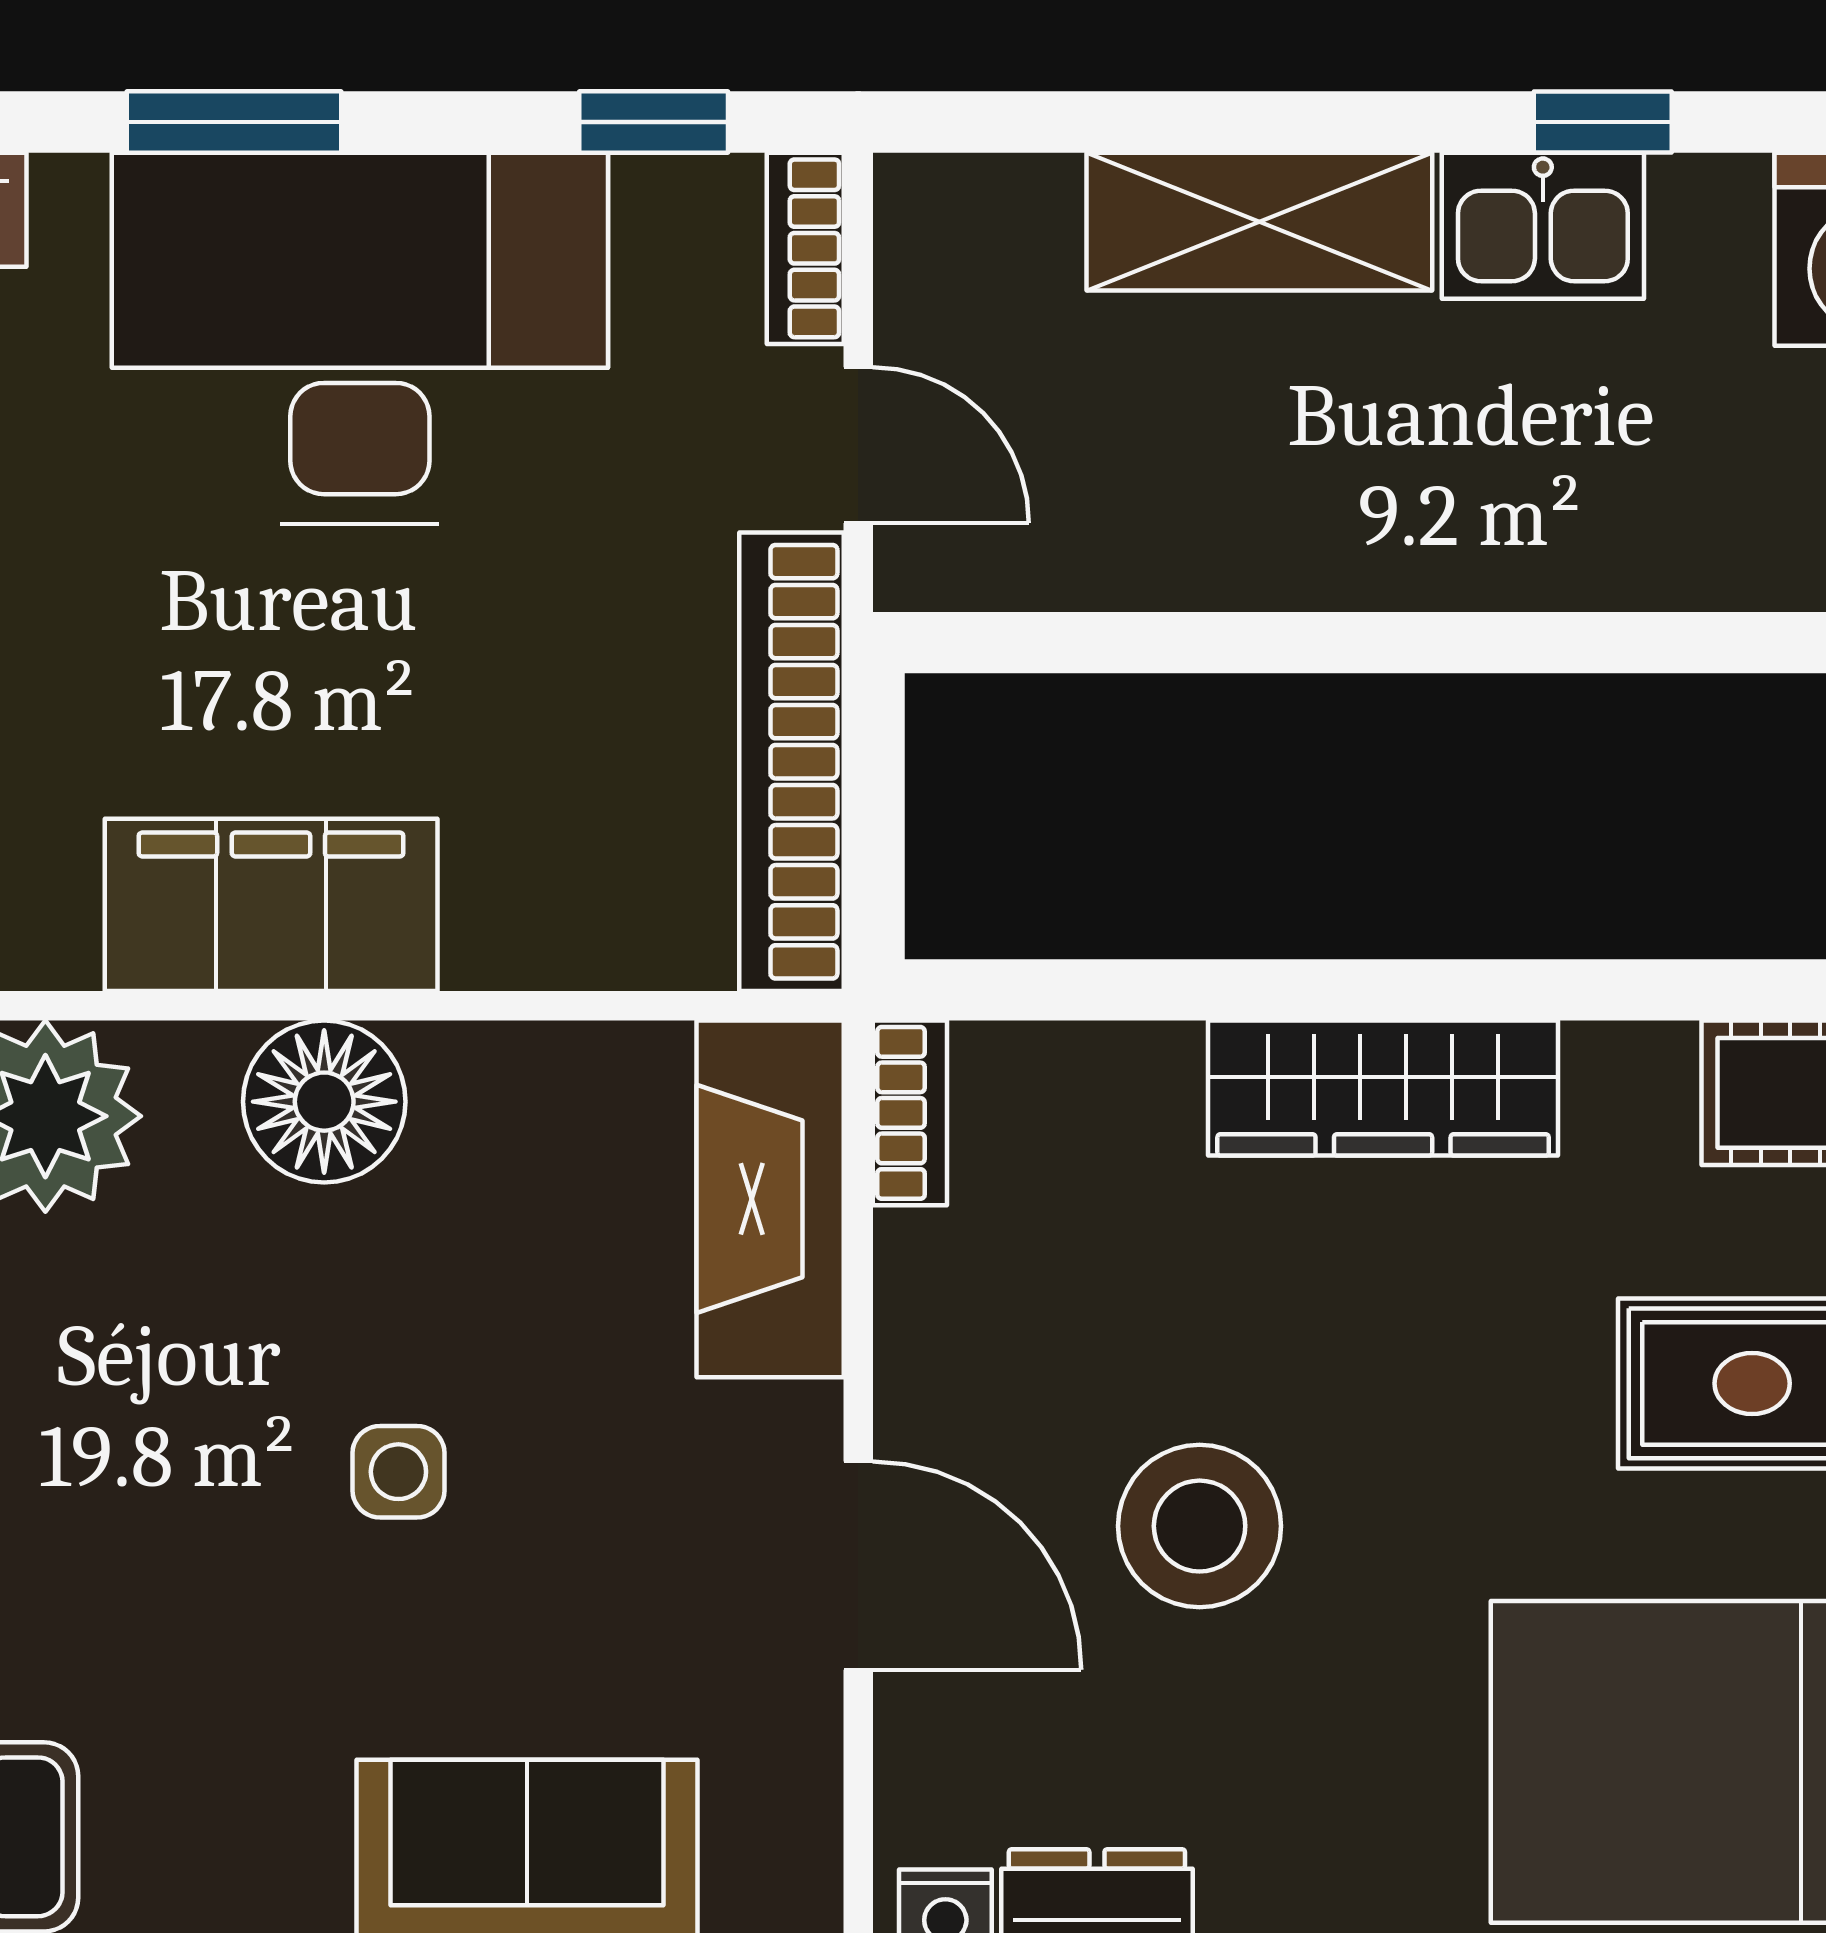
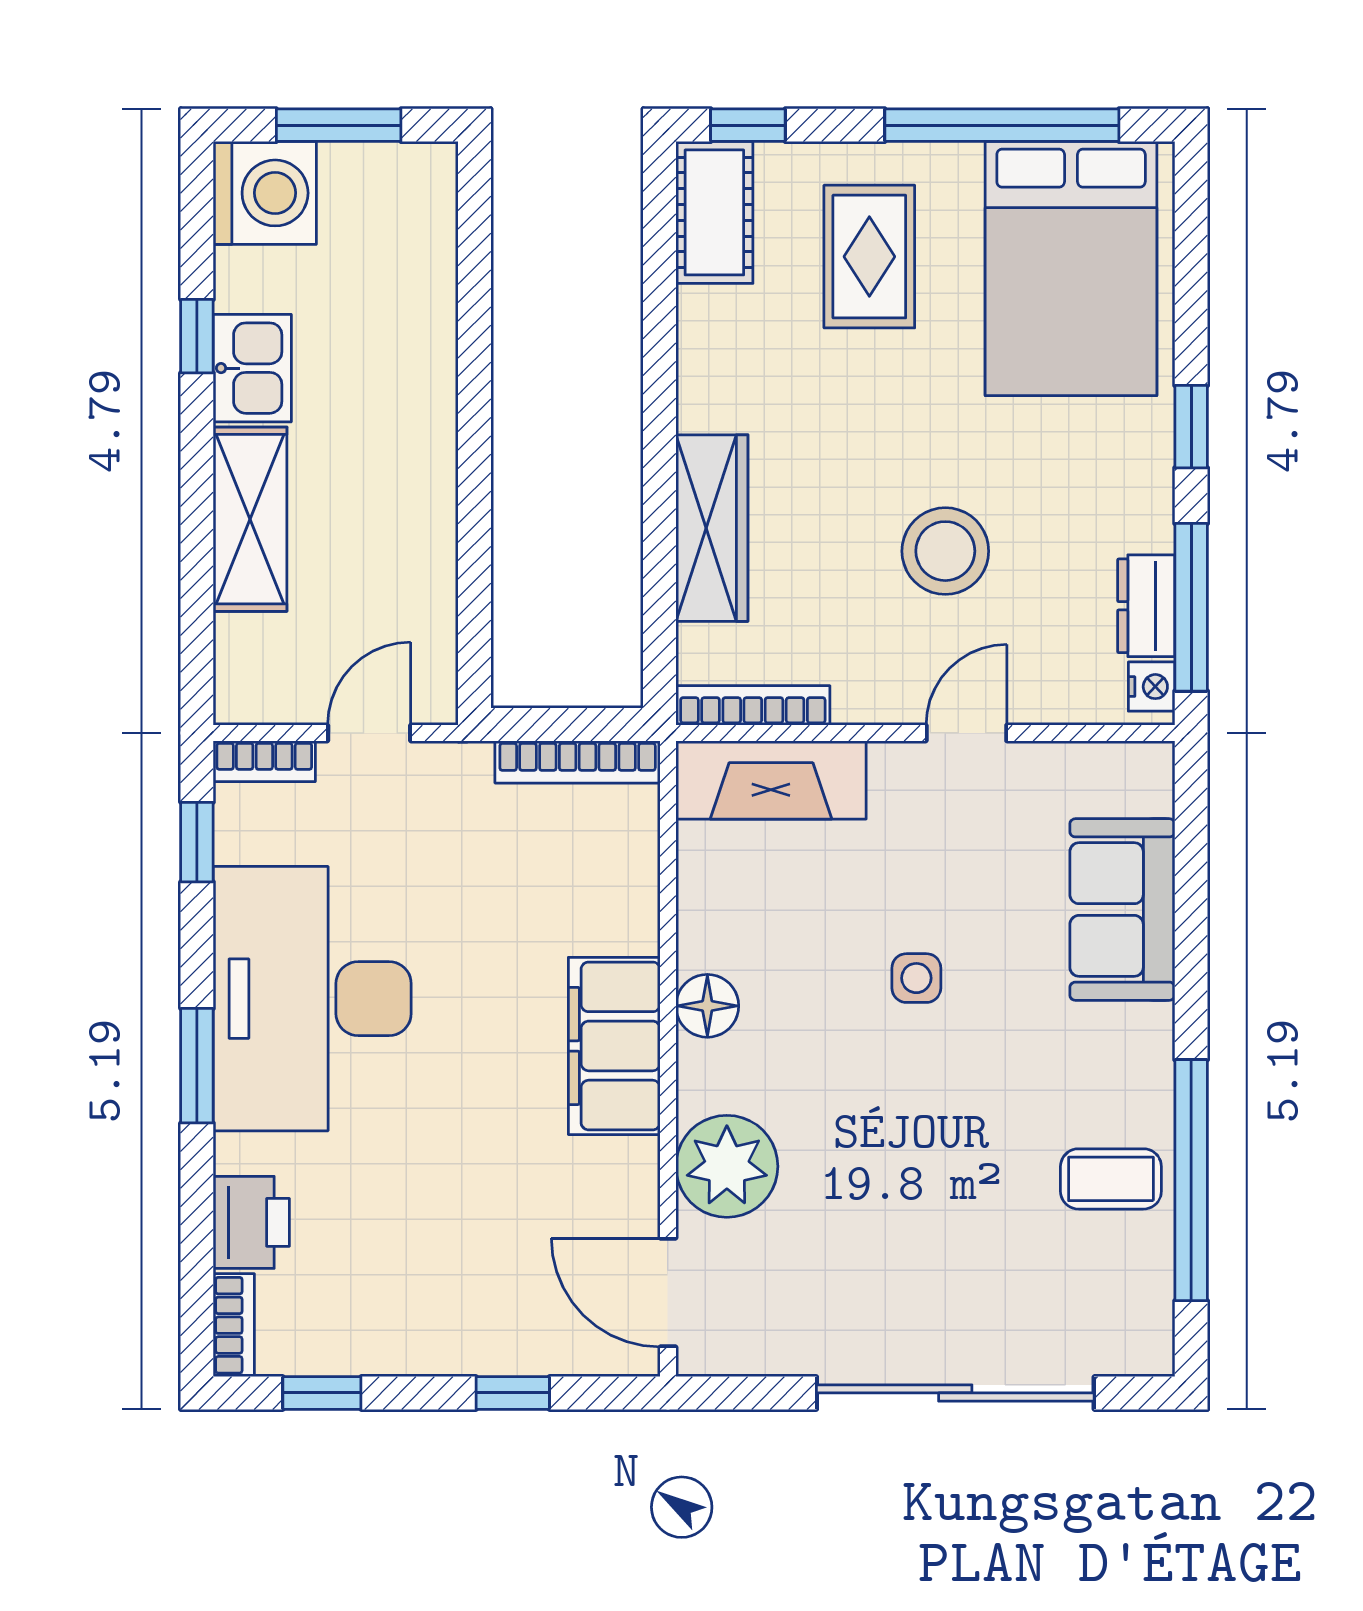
bookcase: (791, 762) -> (578, 762), width x0.68, depth x0.76
wardrobe: (1383, 1088) -> (712, 528), moved
floor lamp: (324, 1102) -> (707, 1006), width x0.73, depth x0.73
bookcase: (910, 1113) -> (753, 705), width x1.56
door: (858, 1566) -> (966, 733), width x0.73

